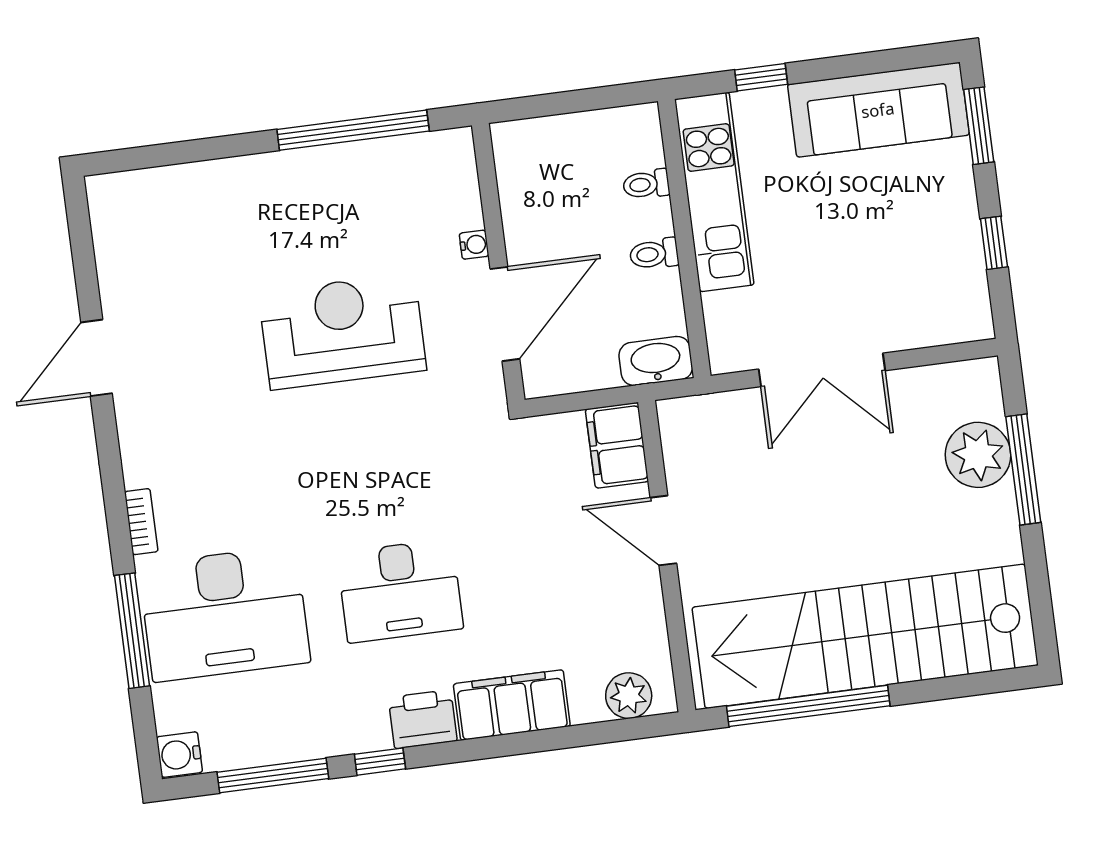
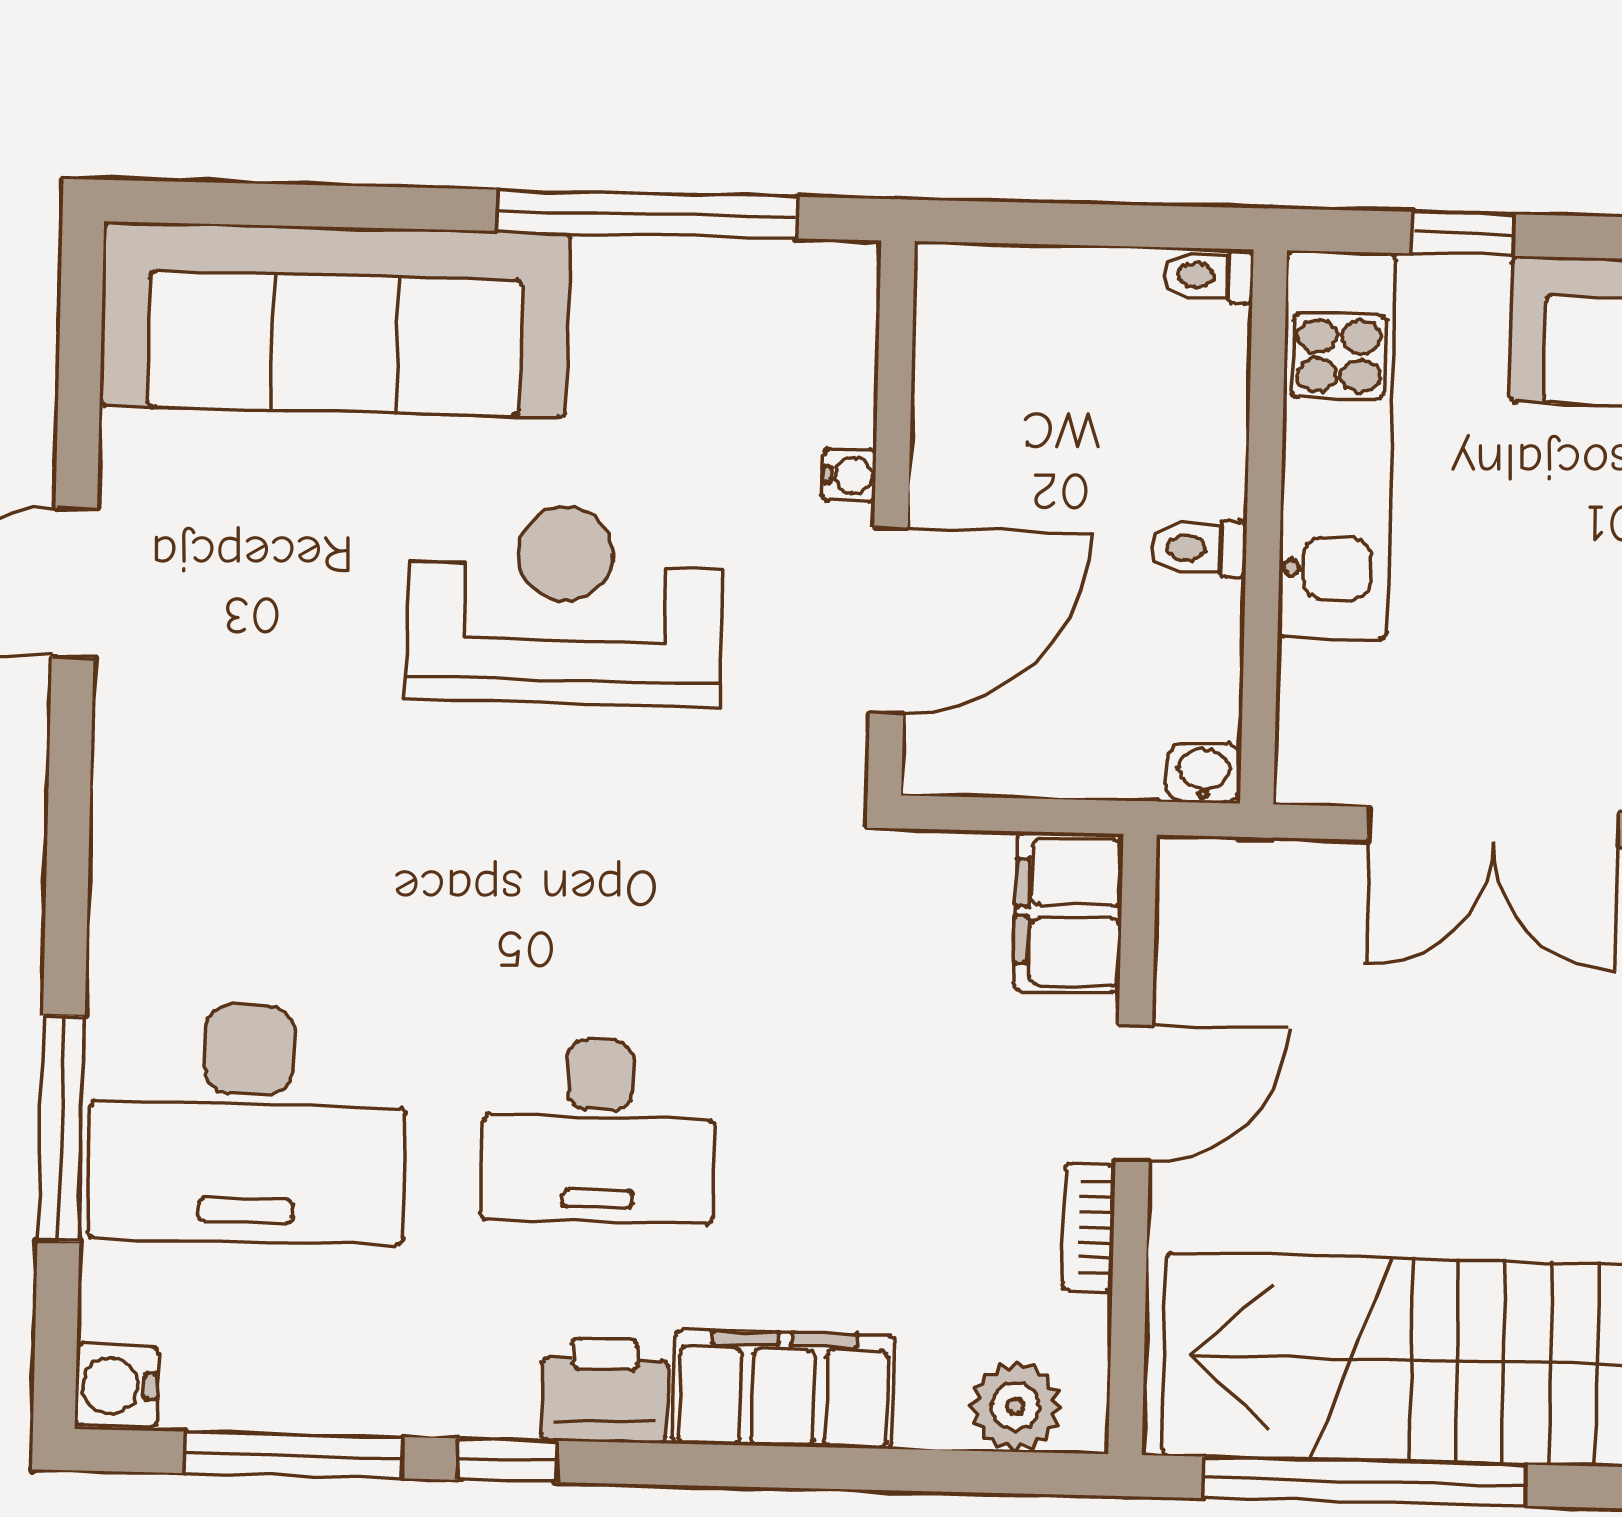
toilet: (646, 184) -> (1208, 276), moved
sofa: (206, 207) -> (335, 319), added
washbasin: (656, 361) -> (1204, 773), width x0.52, depth x0.69
bookcase: (141, 522) -> (1088, 1227), moved, turned 180
door: (663, 530) -> (1134, 1093), swing flipped

